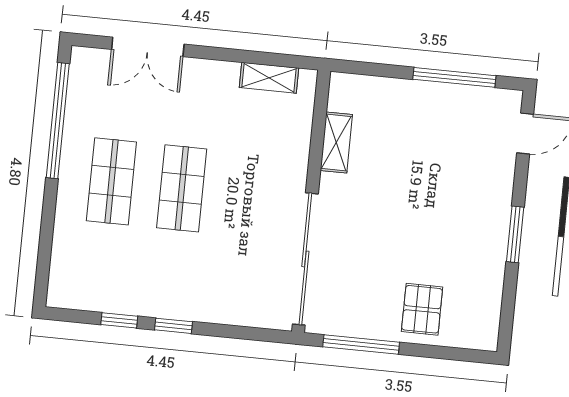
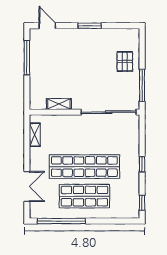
shop shelf: (111, 181) -> (84, 196), width x1.43, depth x1.36
shop shelf: (182, 188) -> (84, 167), width x2.00, depth x1.36
pallet: (422, 309) -> (125, 61), turned 90
window: (119, 320) -> (142, 203), moved

